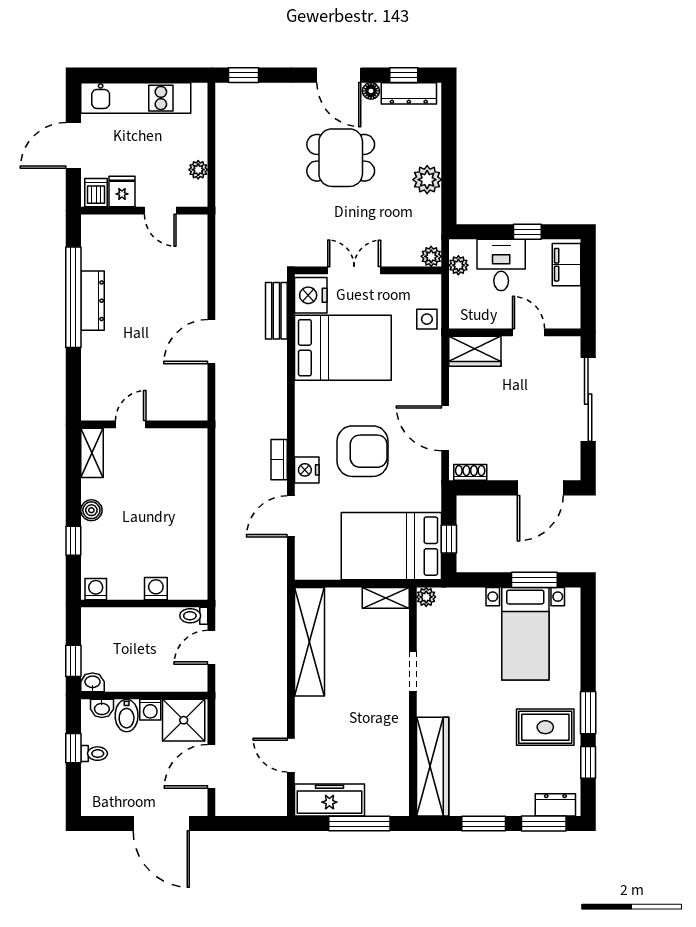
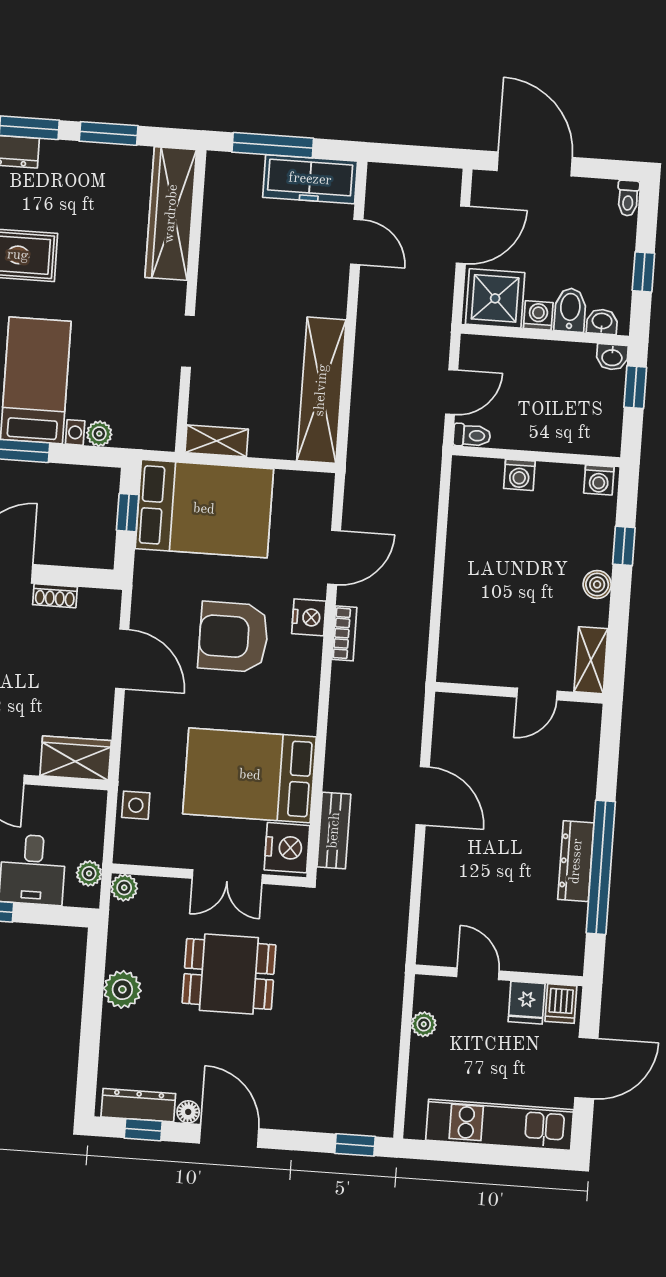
dining table: (341, 158) -> (229, 974), moved
door: (211, 342) -> (423, 796), hinge flipped
shoe rack: (470, 472) -> (55, 596), moved
plant: (426, 597) -> (99, 434), moved
toilet: (94, 754) -> (628, 198), moved, turned -90

